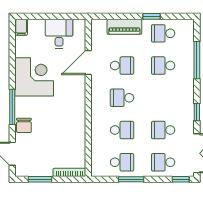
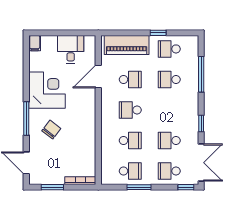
piano: (124, 27) -> (127, 45), width x1.37, depth x1.33
chair: (24, 125) -> (51, 130), moved, turned -142

